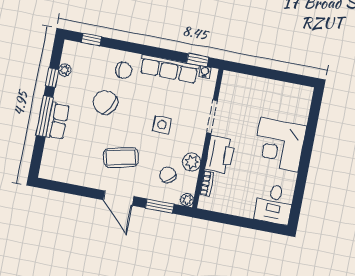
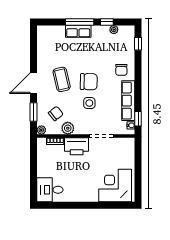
chair: (105, 102) -> (89, 82), moved, turned 62
corner desk: (279, 145) -> (115, 186), moved

